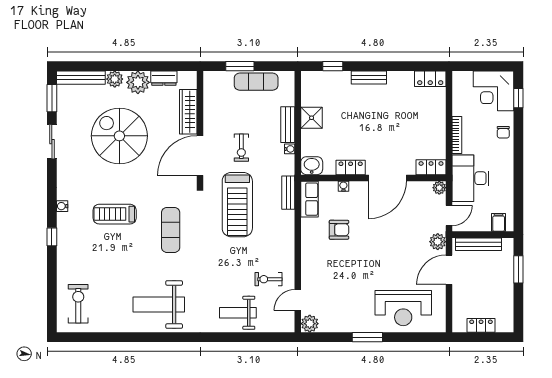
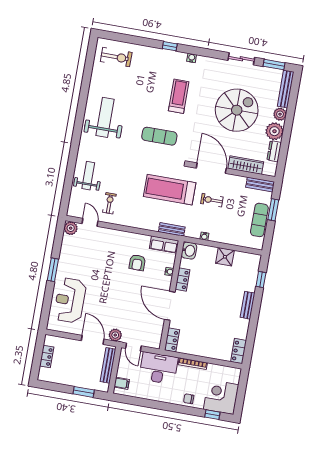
bench: (288, 125) -> (260, 184), moved
plant: (439, 188) -> (156, 343), removed

